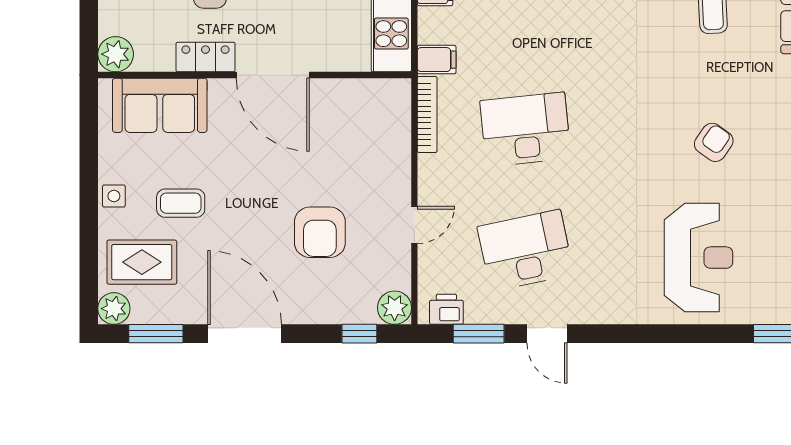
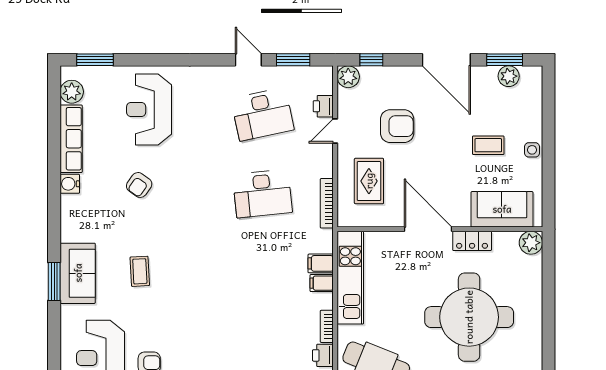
filing cabinet: (437, 60) -> (321, 263), moved
armchair: (320, 232) -> (397, 126), turned 90
rug: (142, 262) -> (369, 181), moved, turned 90
plant: (114, 309) -> (509, 76), moved
printer: (446, 309) -> (323, 106), moved, turned 90

